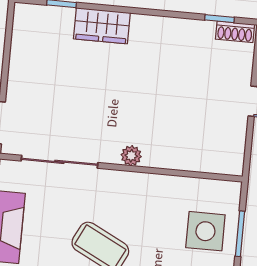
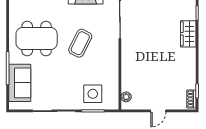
plant: (131, 156) -> (126, 97), moved

